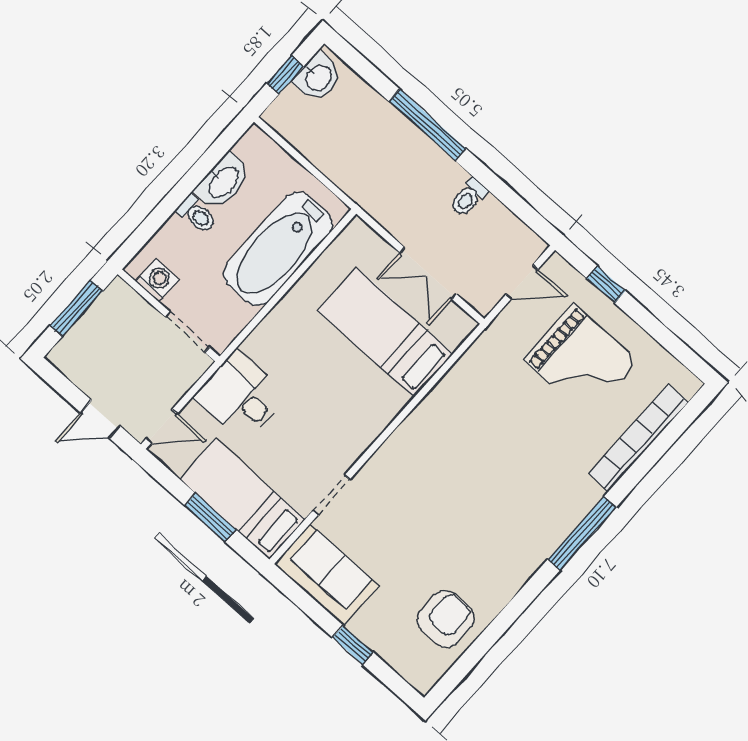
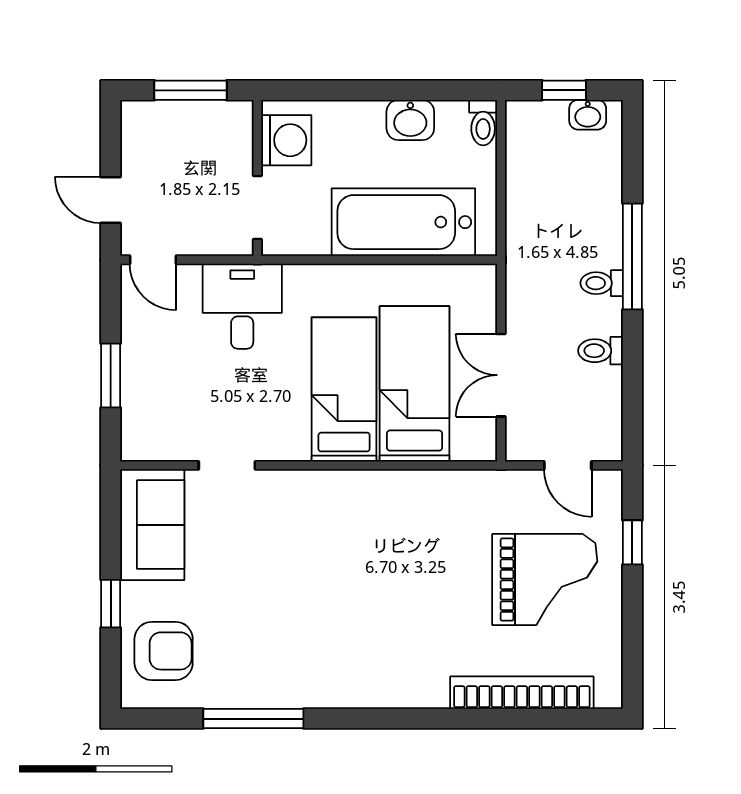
washbasin: (318, 77) -> (588, 115), width x0.72, depth x0.69
toilet: (427, 159) -> (602, 283), added
washbasin: (223, 182) -> (410, 120), width x0.72
toilet: (197, 214) -> (483, 123), moved
washing machine: (157, 281) -> (286, 140), width x1.38, depth x1.38
grand piano: (580, 360) -> (545, 580), turned -90
bed: (242, 499) -> (344, 389), moved
window: (582, 533) -> (253, 719), moved
armchair: (446, 619) -> (164, 651), moved

